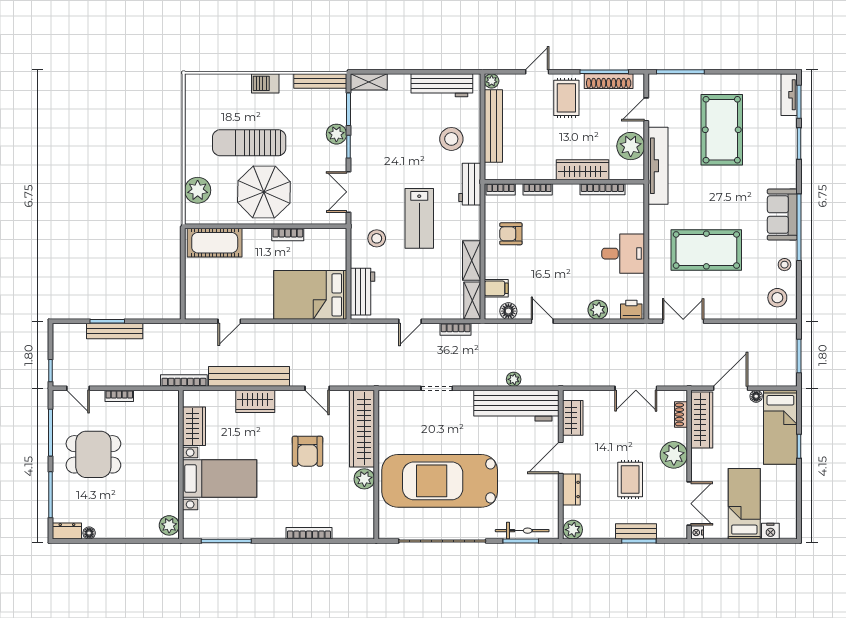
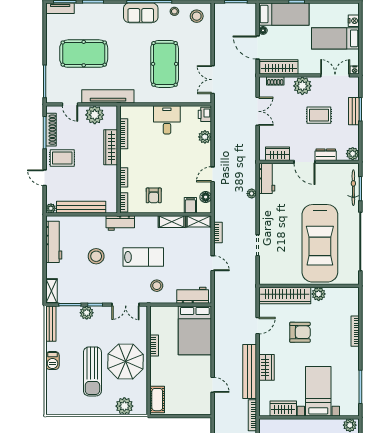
stool: (451, 139) -> (96, 256), moved
cot: (215, 243) -> (157, 400), width x0.73, depth x0.75
workbench: (516, 406) -> (267, 178), width x0.53, depth x0.76

